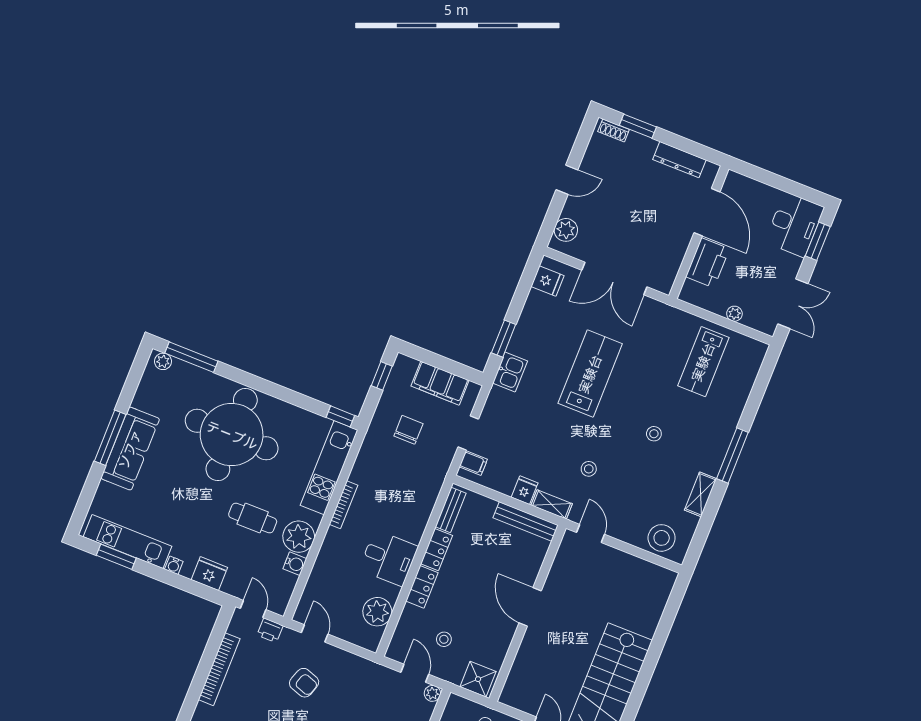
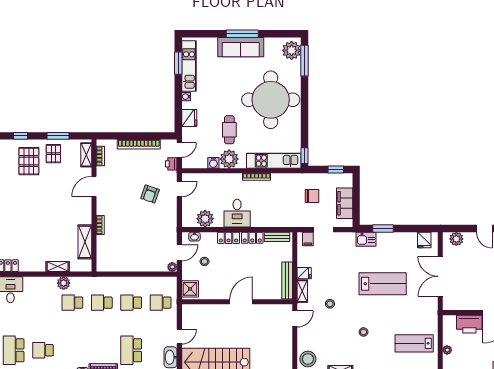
plant: (163, 361) -> (292, 50), width x1.88, depth x1.88
washbasin: (399, 639) -> (194, 237), added

